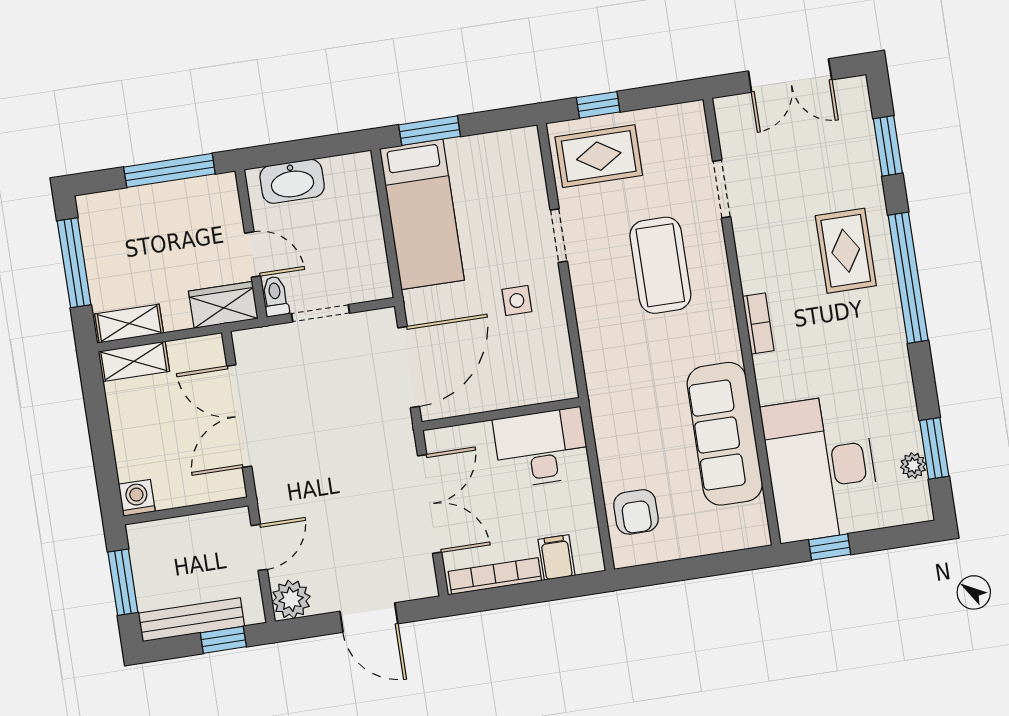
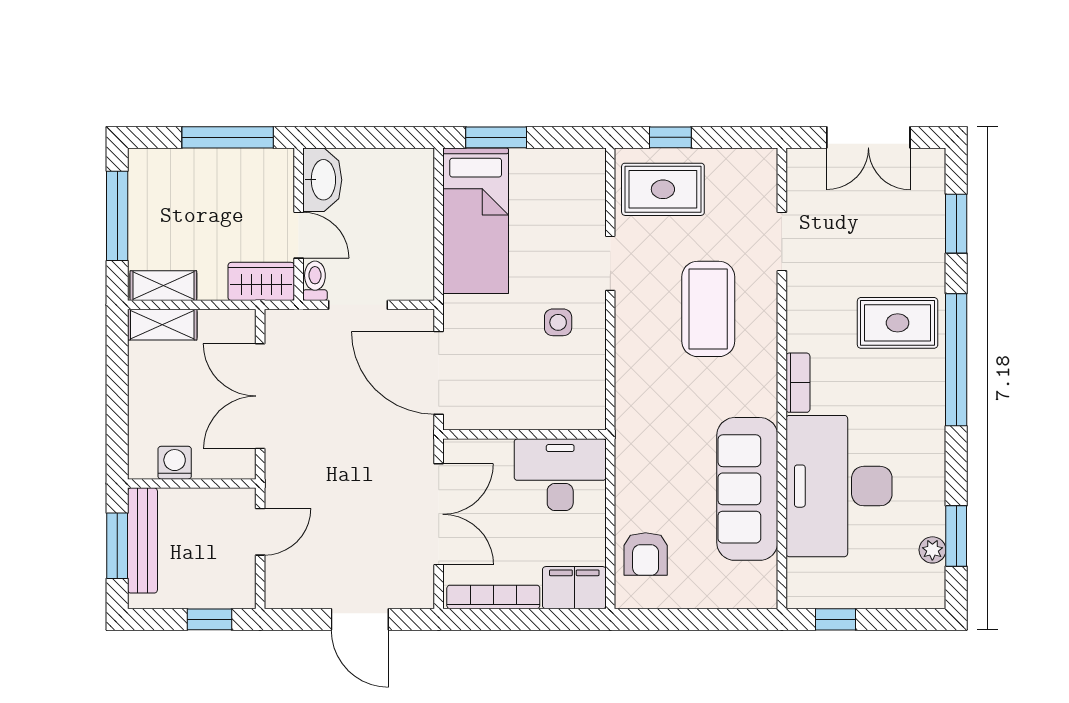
washbasin: (292, 181) -> (322, 180), moved, turned -90
rug: (846, 251) -> (898, 323), turned 90
door: (409, 367) -> (439, 373), swing flipped
desk: (821, 468) -> (839, 486), moved
washing machine: (137, 498) -> (175, 463), moved
filing cabinet: (557, 557) -> (574, 588), width x2.00
plant: (291, 599) -> (284, 589), removed
bench: (191, 620) -> (142, 540), moved, turned 90

